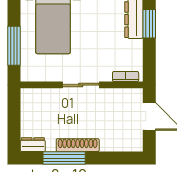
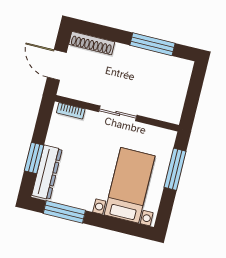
dresser: (33, 145) -> (181, 65), removed
shoe rack: (78, 145) -> (92, 43), moved

